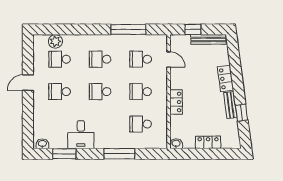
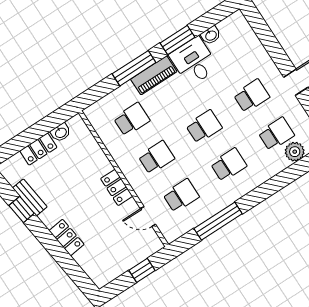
bench: (208, 39) -> (116, 270), removed
locker: (176, 102) -> (117, 187), moved
bench: (230, 105) -> (30, 197), moved
piano: (110, 142) -> (154, 75), added
washbasin: (42, 144) -> (211, 35), moved
washbasin: (176, 144) -> (61, 132), moved
window: (64, 154) -> (178, 40), moved

